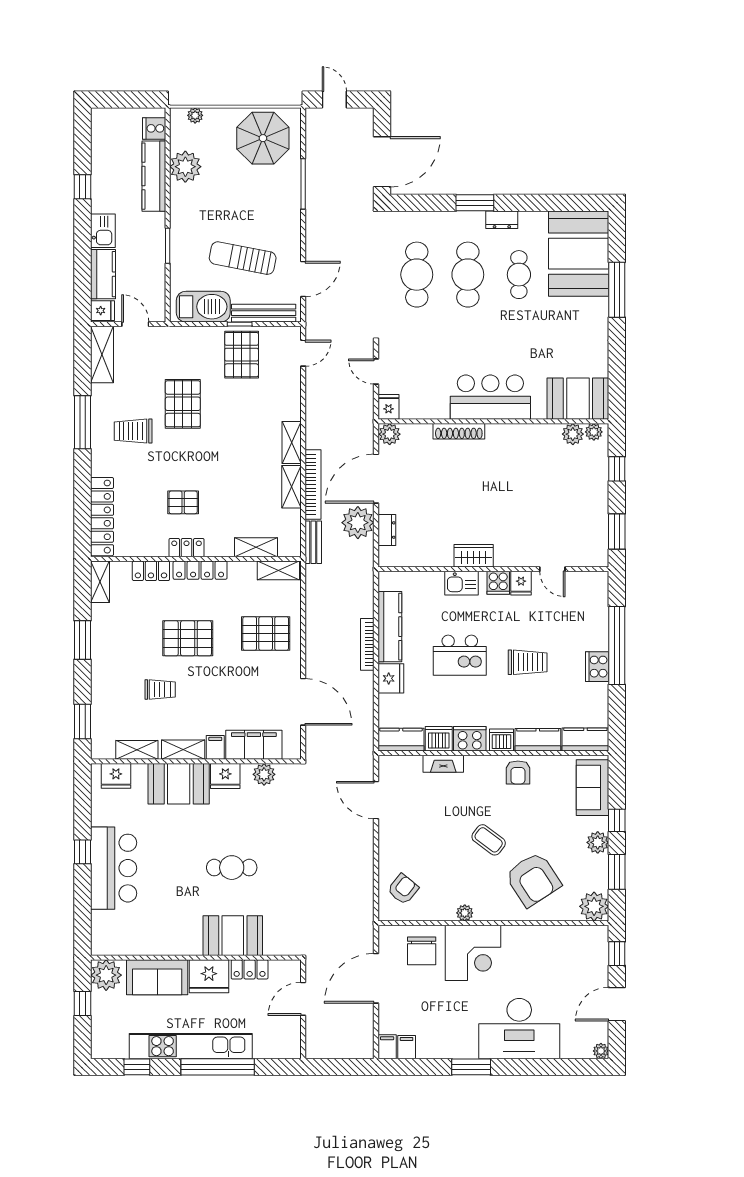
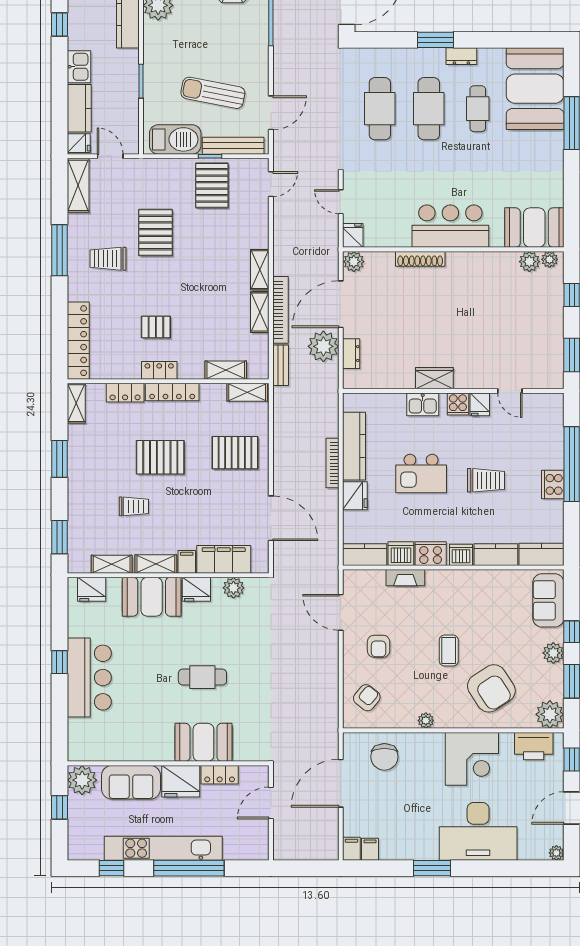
armchair: (518, 772) -> (379, 646), moved
coffee table: (489, 840) -> (449, 651), turned 53
printer: (577, 940) -> (534, 746), added
corner desk: (473, 953) -> (472, 759), moved

